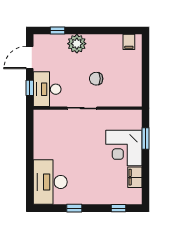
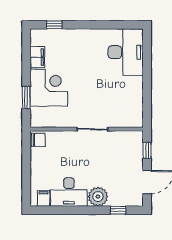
chair: (96, 79) -> (38, 140), moved
desk: (47, 89) -> (69, 192), moved, turned 90
window: (74, 208) -> (100, 25), removed

